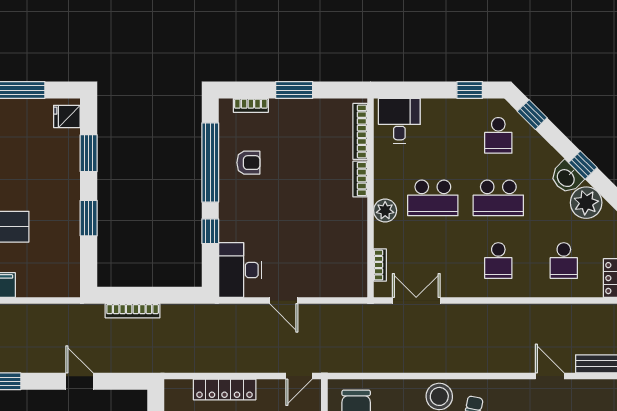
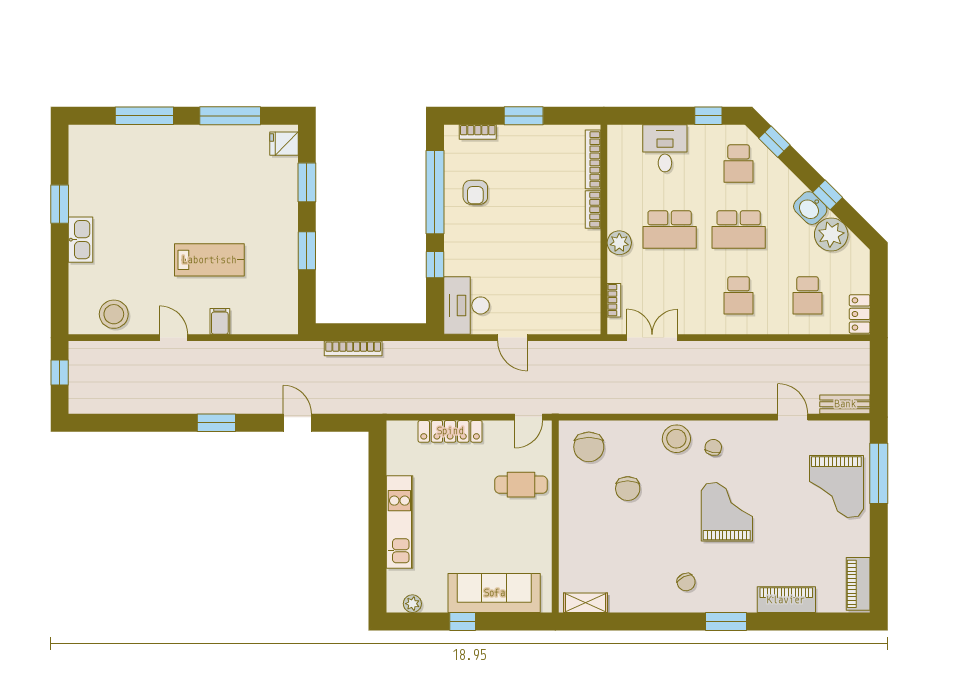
desk: (399, 121) -> (665, 148), moved
armchair: (248, 163) -> (475, 192), turned 90

